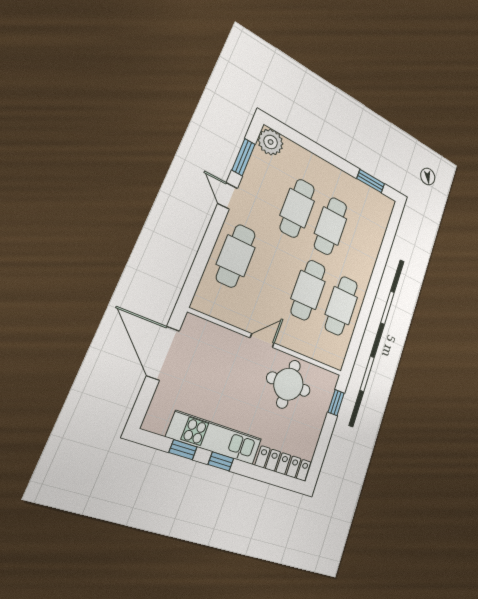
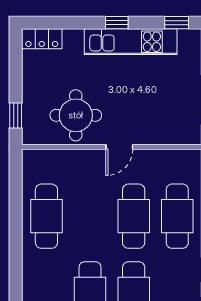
cafe table: (308, 290) -> (134, 216), moved
window: (183, 450) -> (177, 23), moved
locker: (283, 464) -> (42, 39), width x0.66

